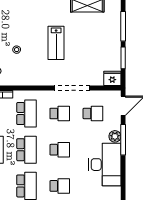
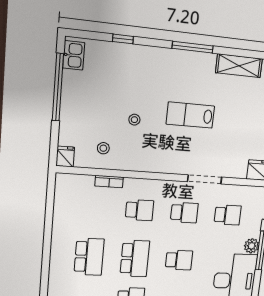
lab bench: (56, 43) -> (190, 115), turned 90
doorway: (72, 88) -> (205, 179), width x0.73
school desk: (27, 114) -> (140, 210), width x0.54

